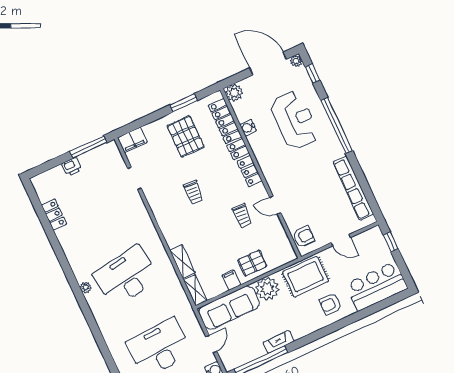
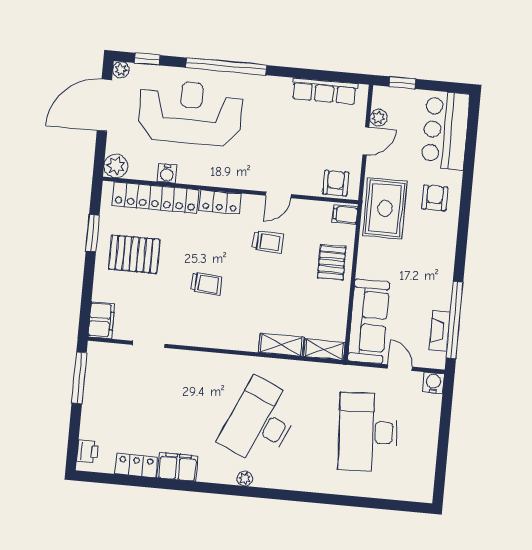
reception desk: (295, 120) -> (190, 113), width x1.36, depth x1.30
printer: (72, 167) -> (87, 451), moved
row of seats: (353, 188) -> (324, 91), width x0.73
filing cabinet: (68, 241) -> (178, 467), added
desk: (126, 276) -> (260, 422), turned 33
filing cabinet: (231, 280) -> (345, 215), moved
plant: (267, 289) -> (379, 118), moved, width x0.53, depth x0.53
armchair: (330, 304) -> (435, 198), turned 180
fireplace: (279, 342) -> (440, 331), moved

